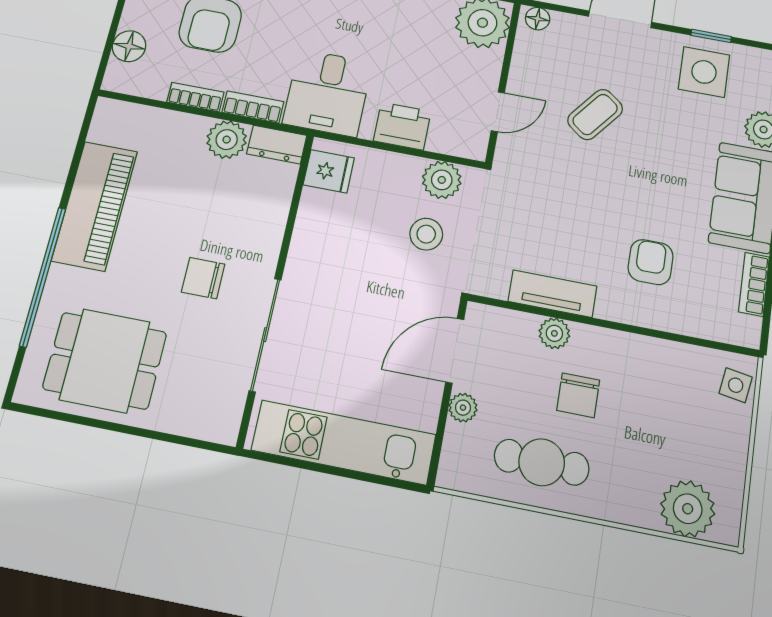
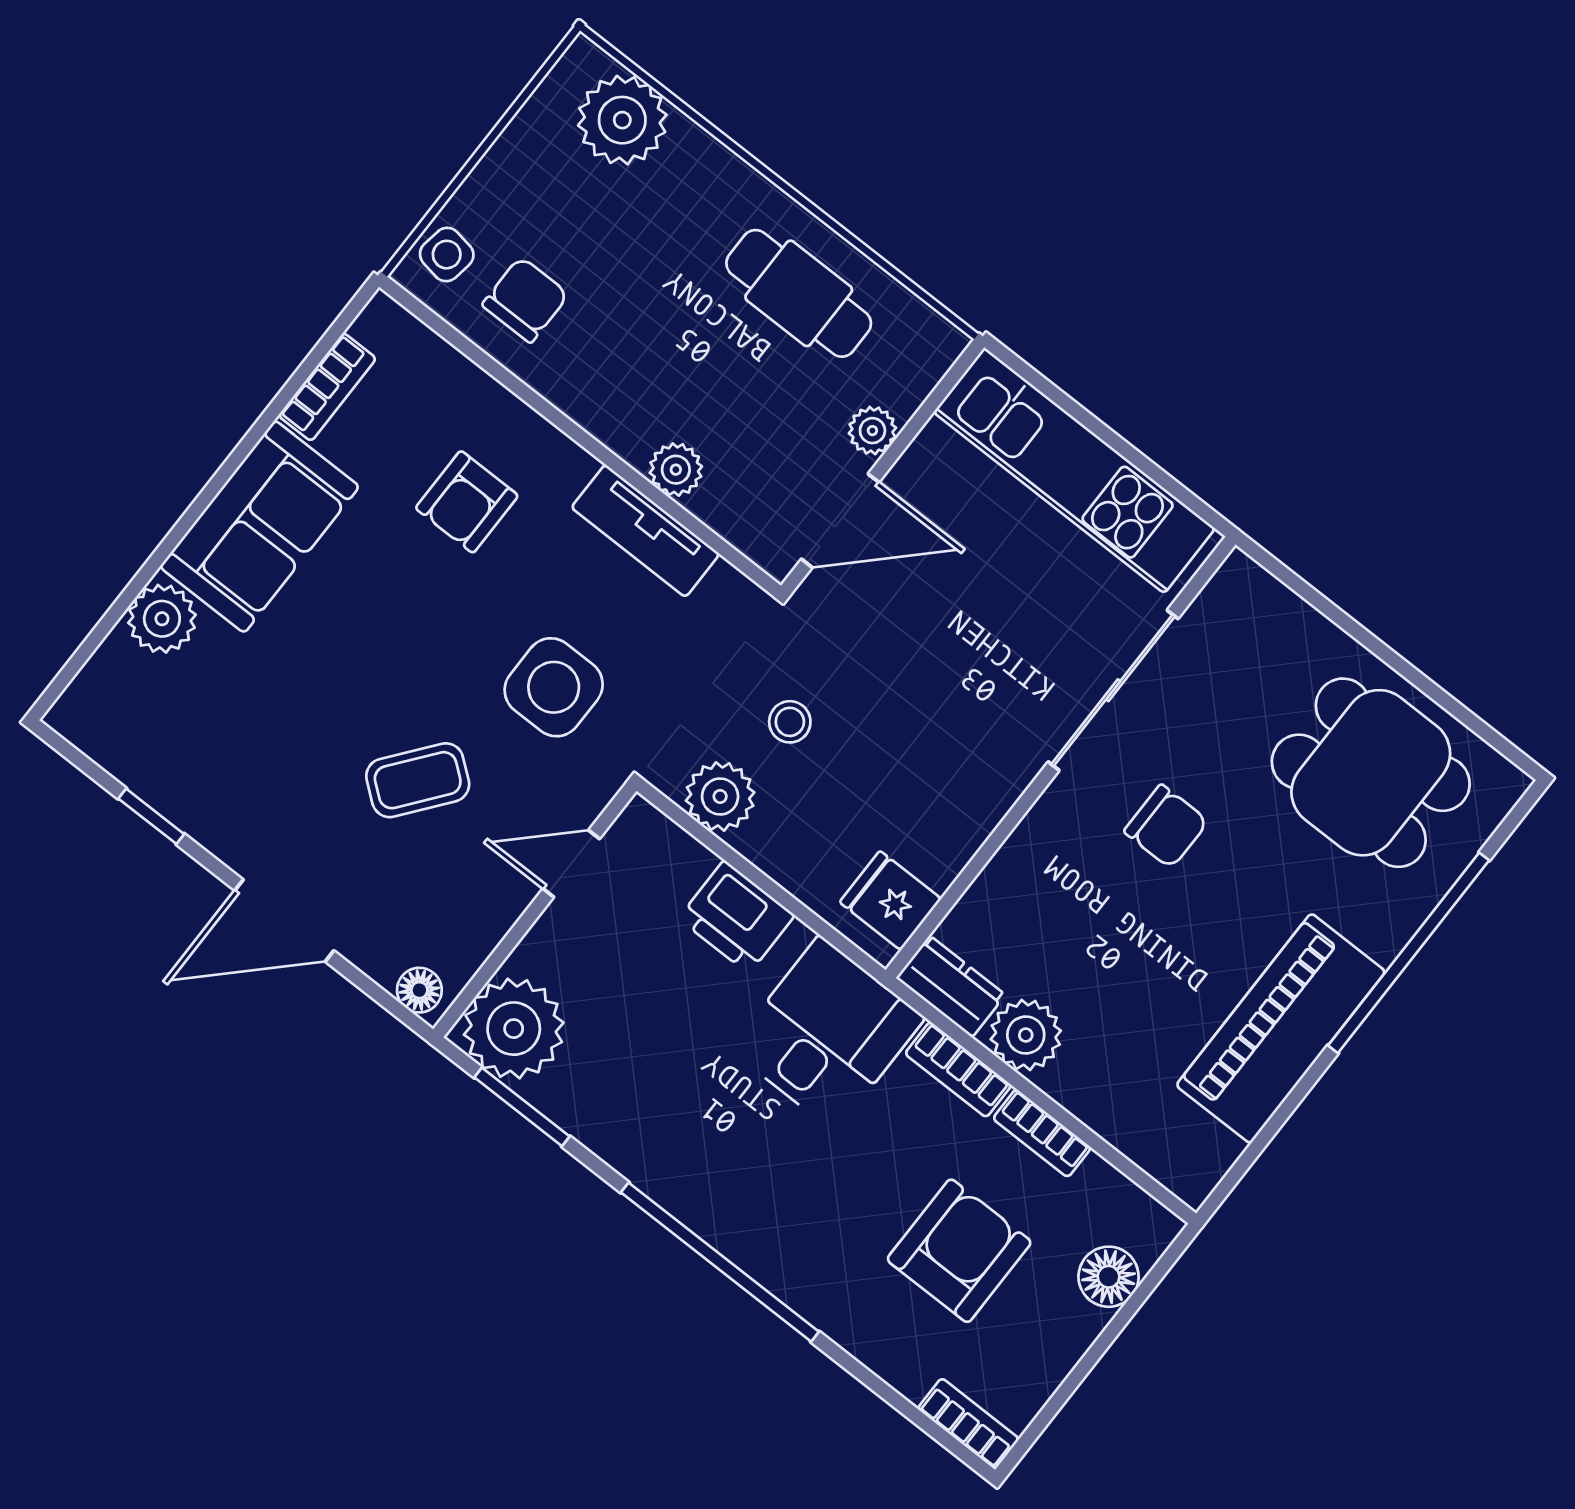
side table: (704, 72) -> (554, 687), moved
stool: (426, 234) -> (790, 722), width x0.73, depth x0.73
chair: (578, 395) -> (525, 300), moved

